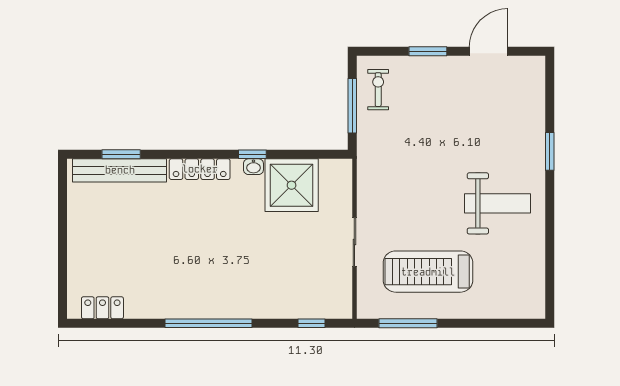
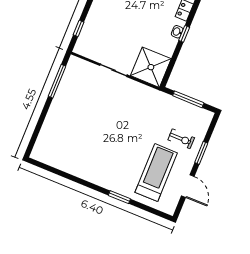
exercise bike: (378, 90) -> (181, 139), moved
shower: (292, 185) -> (151, 67), moved
weight bench: (498, 203) -> (103, 157), removed
treadmill: (428, 272) -> (156, 173), moved

